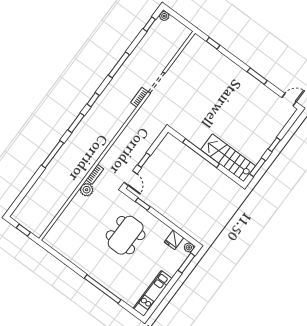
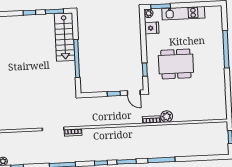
door: (131, 178) -> (134, 93), swing flipped
kitchen unit: (153, 293) -> (183, 13), moved

